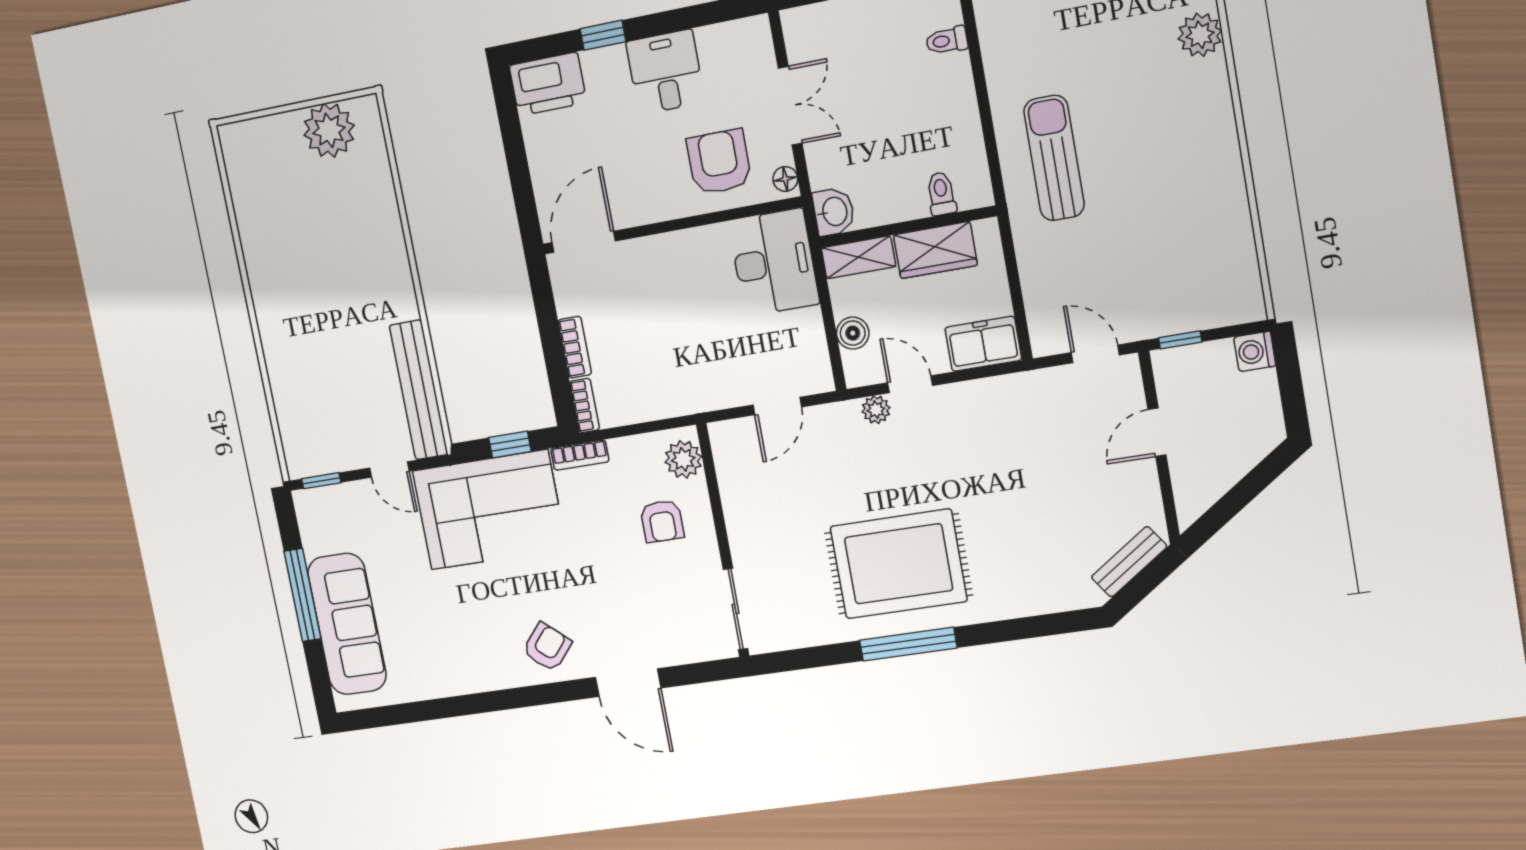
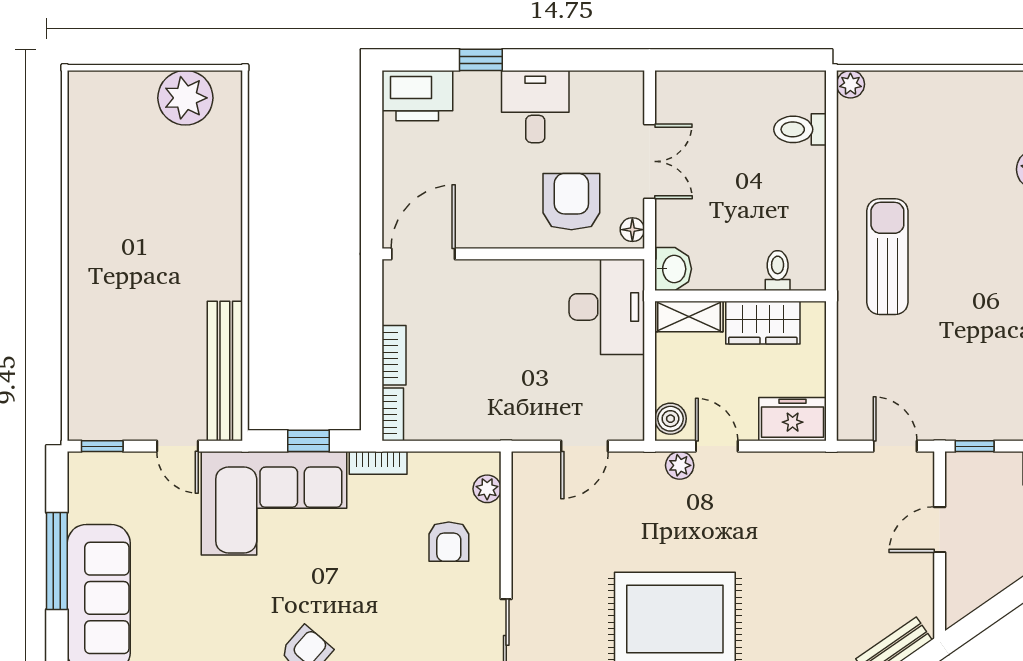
toilet: (947, 40) -> (800, 129), width x1.37, depth x1.39
boiler: (853, 333) -> (670, 419), moved
plant: (683, 459) -> (487, 489), width x0.73, depth x0.73

